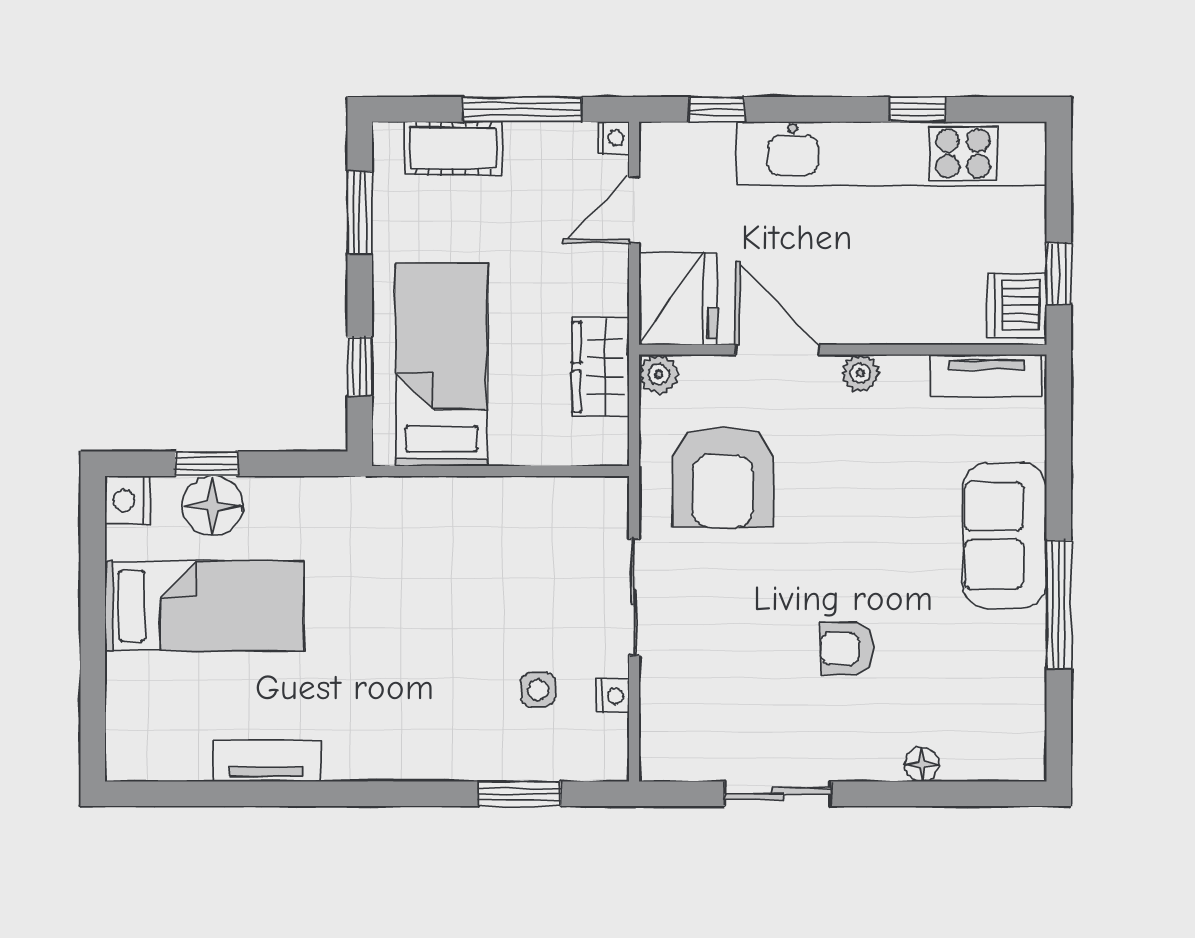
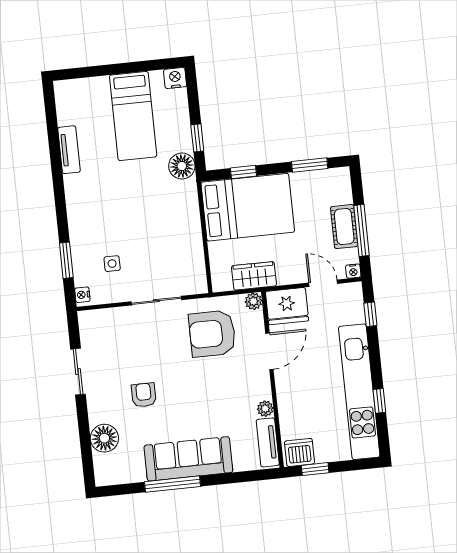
cot: (453, 148) -> (344, 227), moved
bed: (441, 365) -> (248, 207), width x1.50
plant: (860, 373) -> (265, 409), moved
window: (206, 464) -> (197, 138), moved
floor lamp: (213, 506) -> (182, 166), moved
sofa: (1005, 535) -> (188, 459), width x1.36
nightstand: (613, 696) -> (82, 295), moved, turned 90
floor lamp: (922, 764) -> (104, 438), width x1.89, depth x1.89

